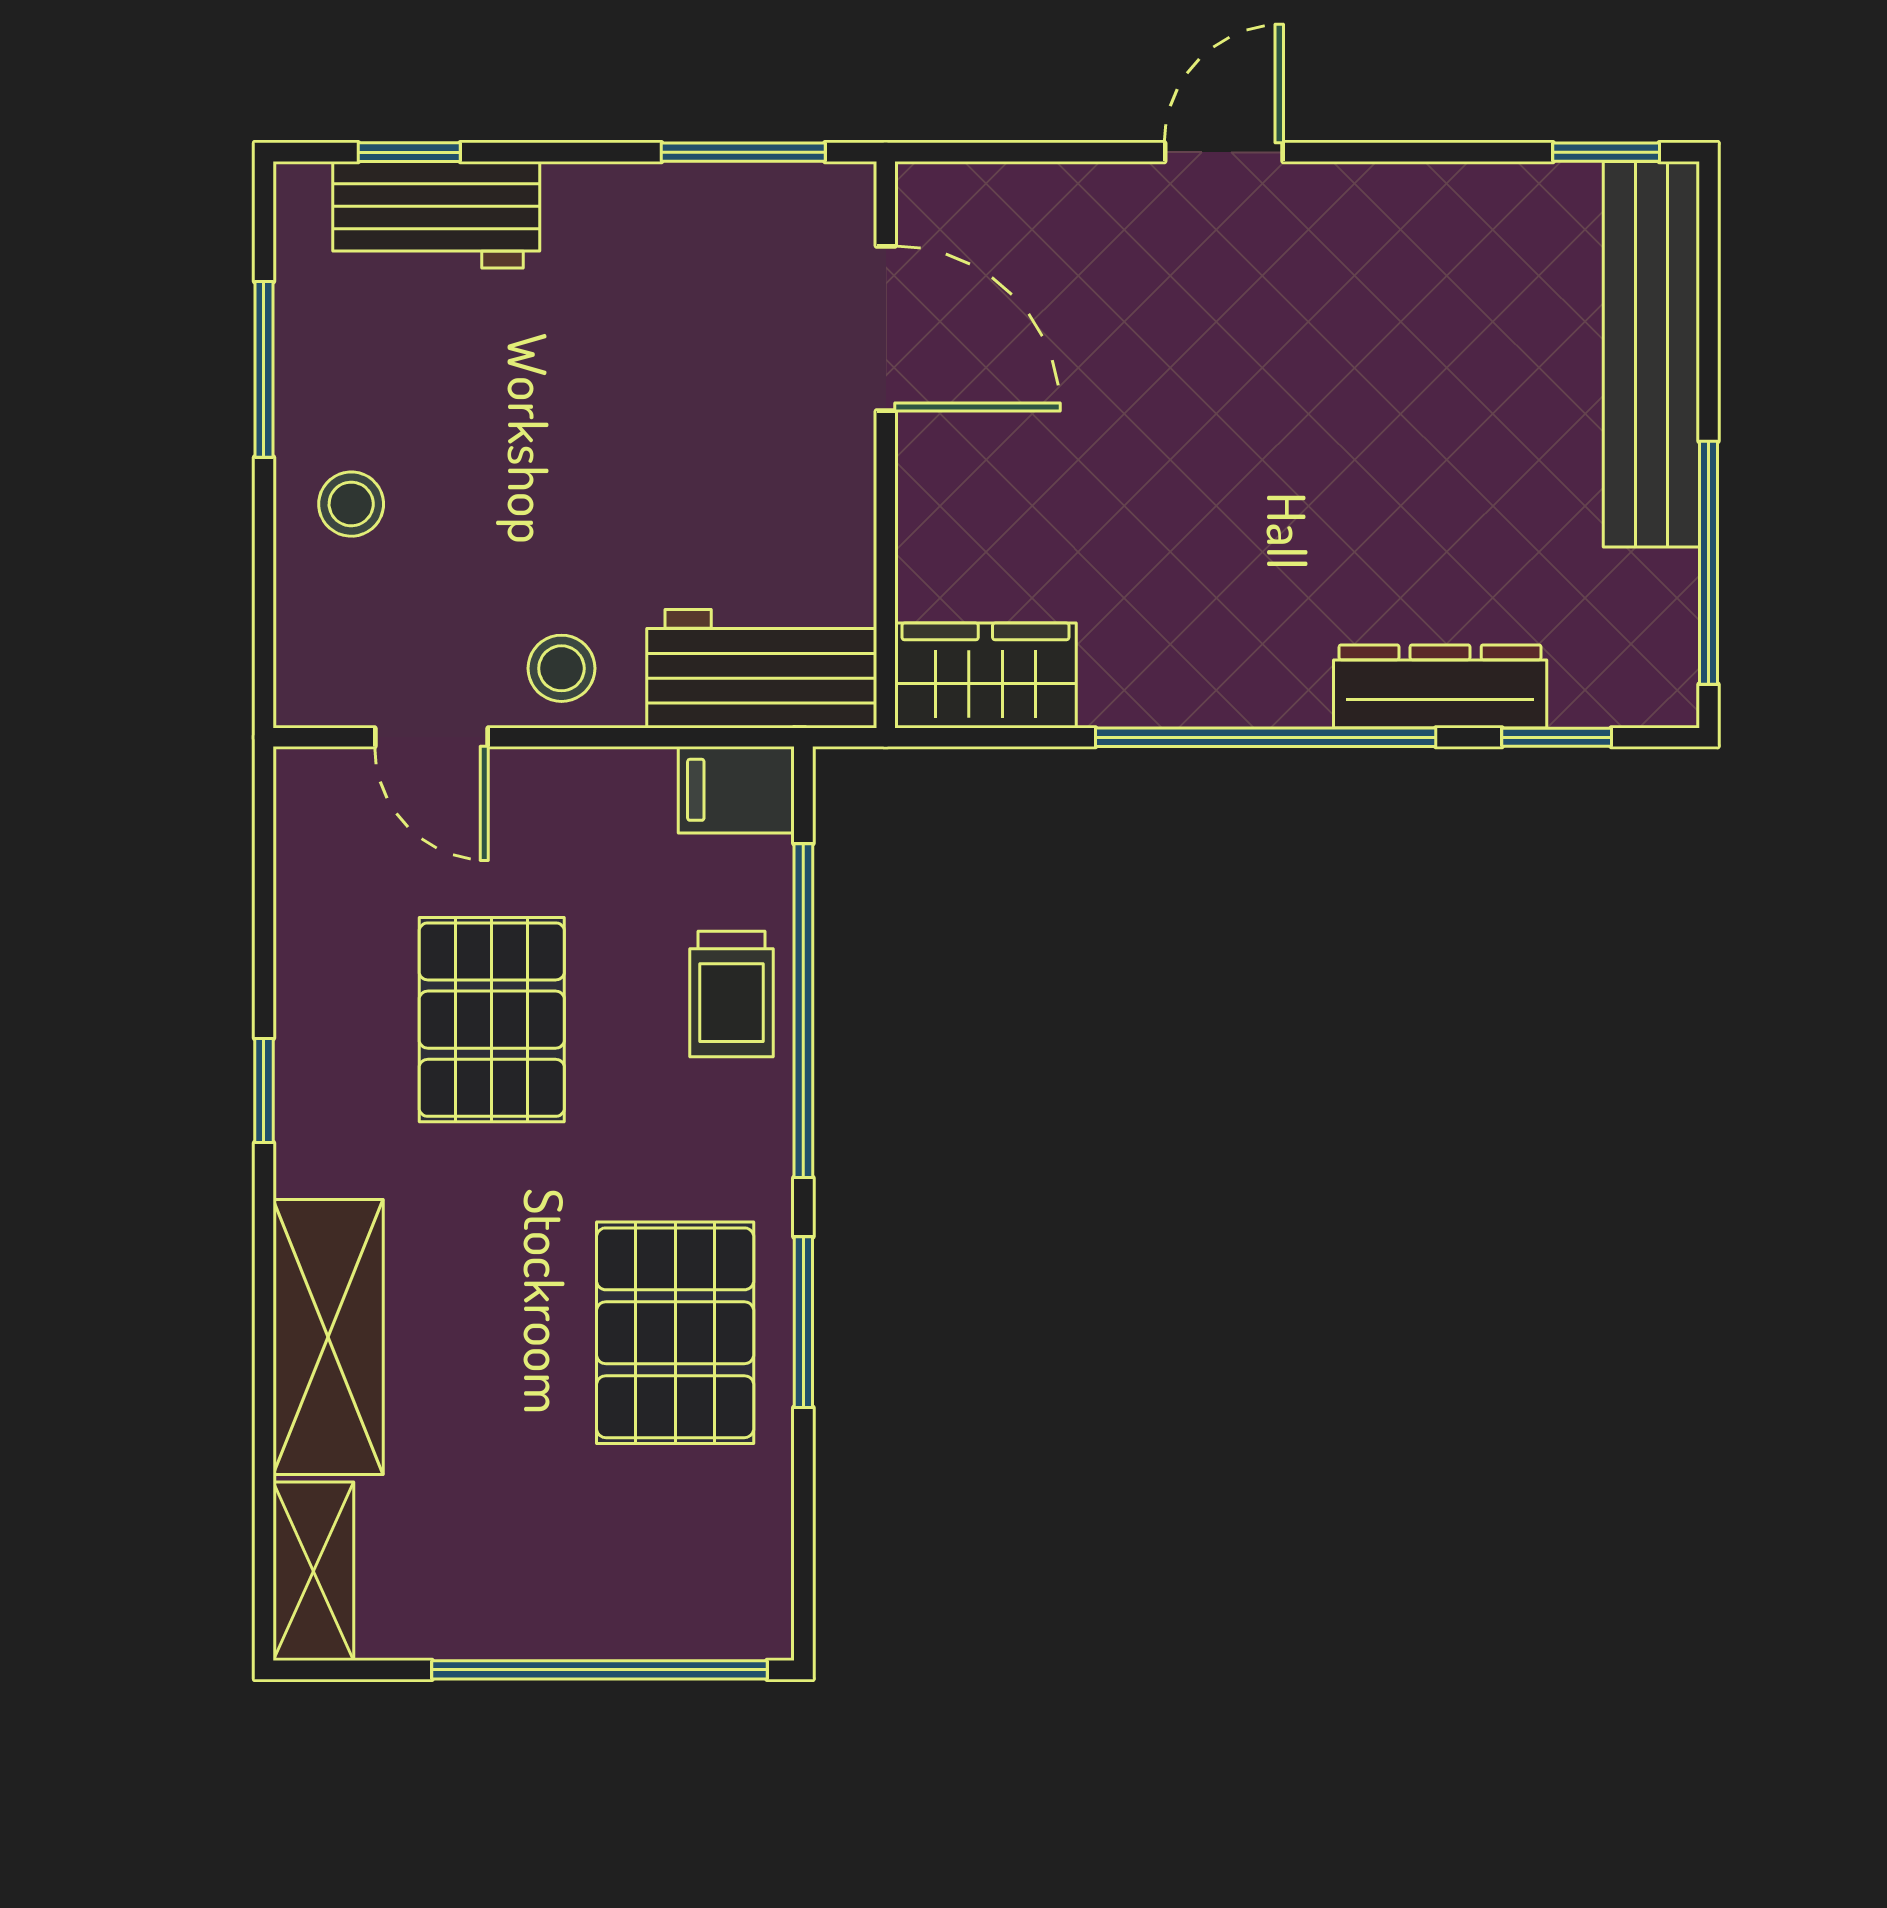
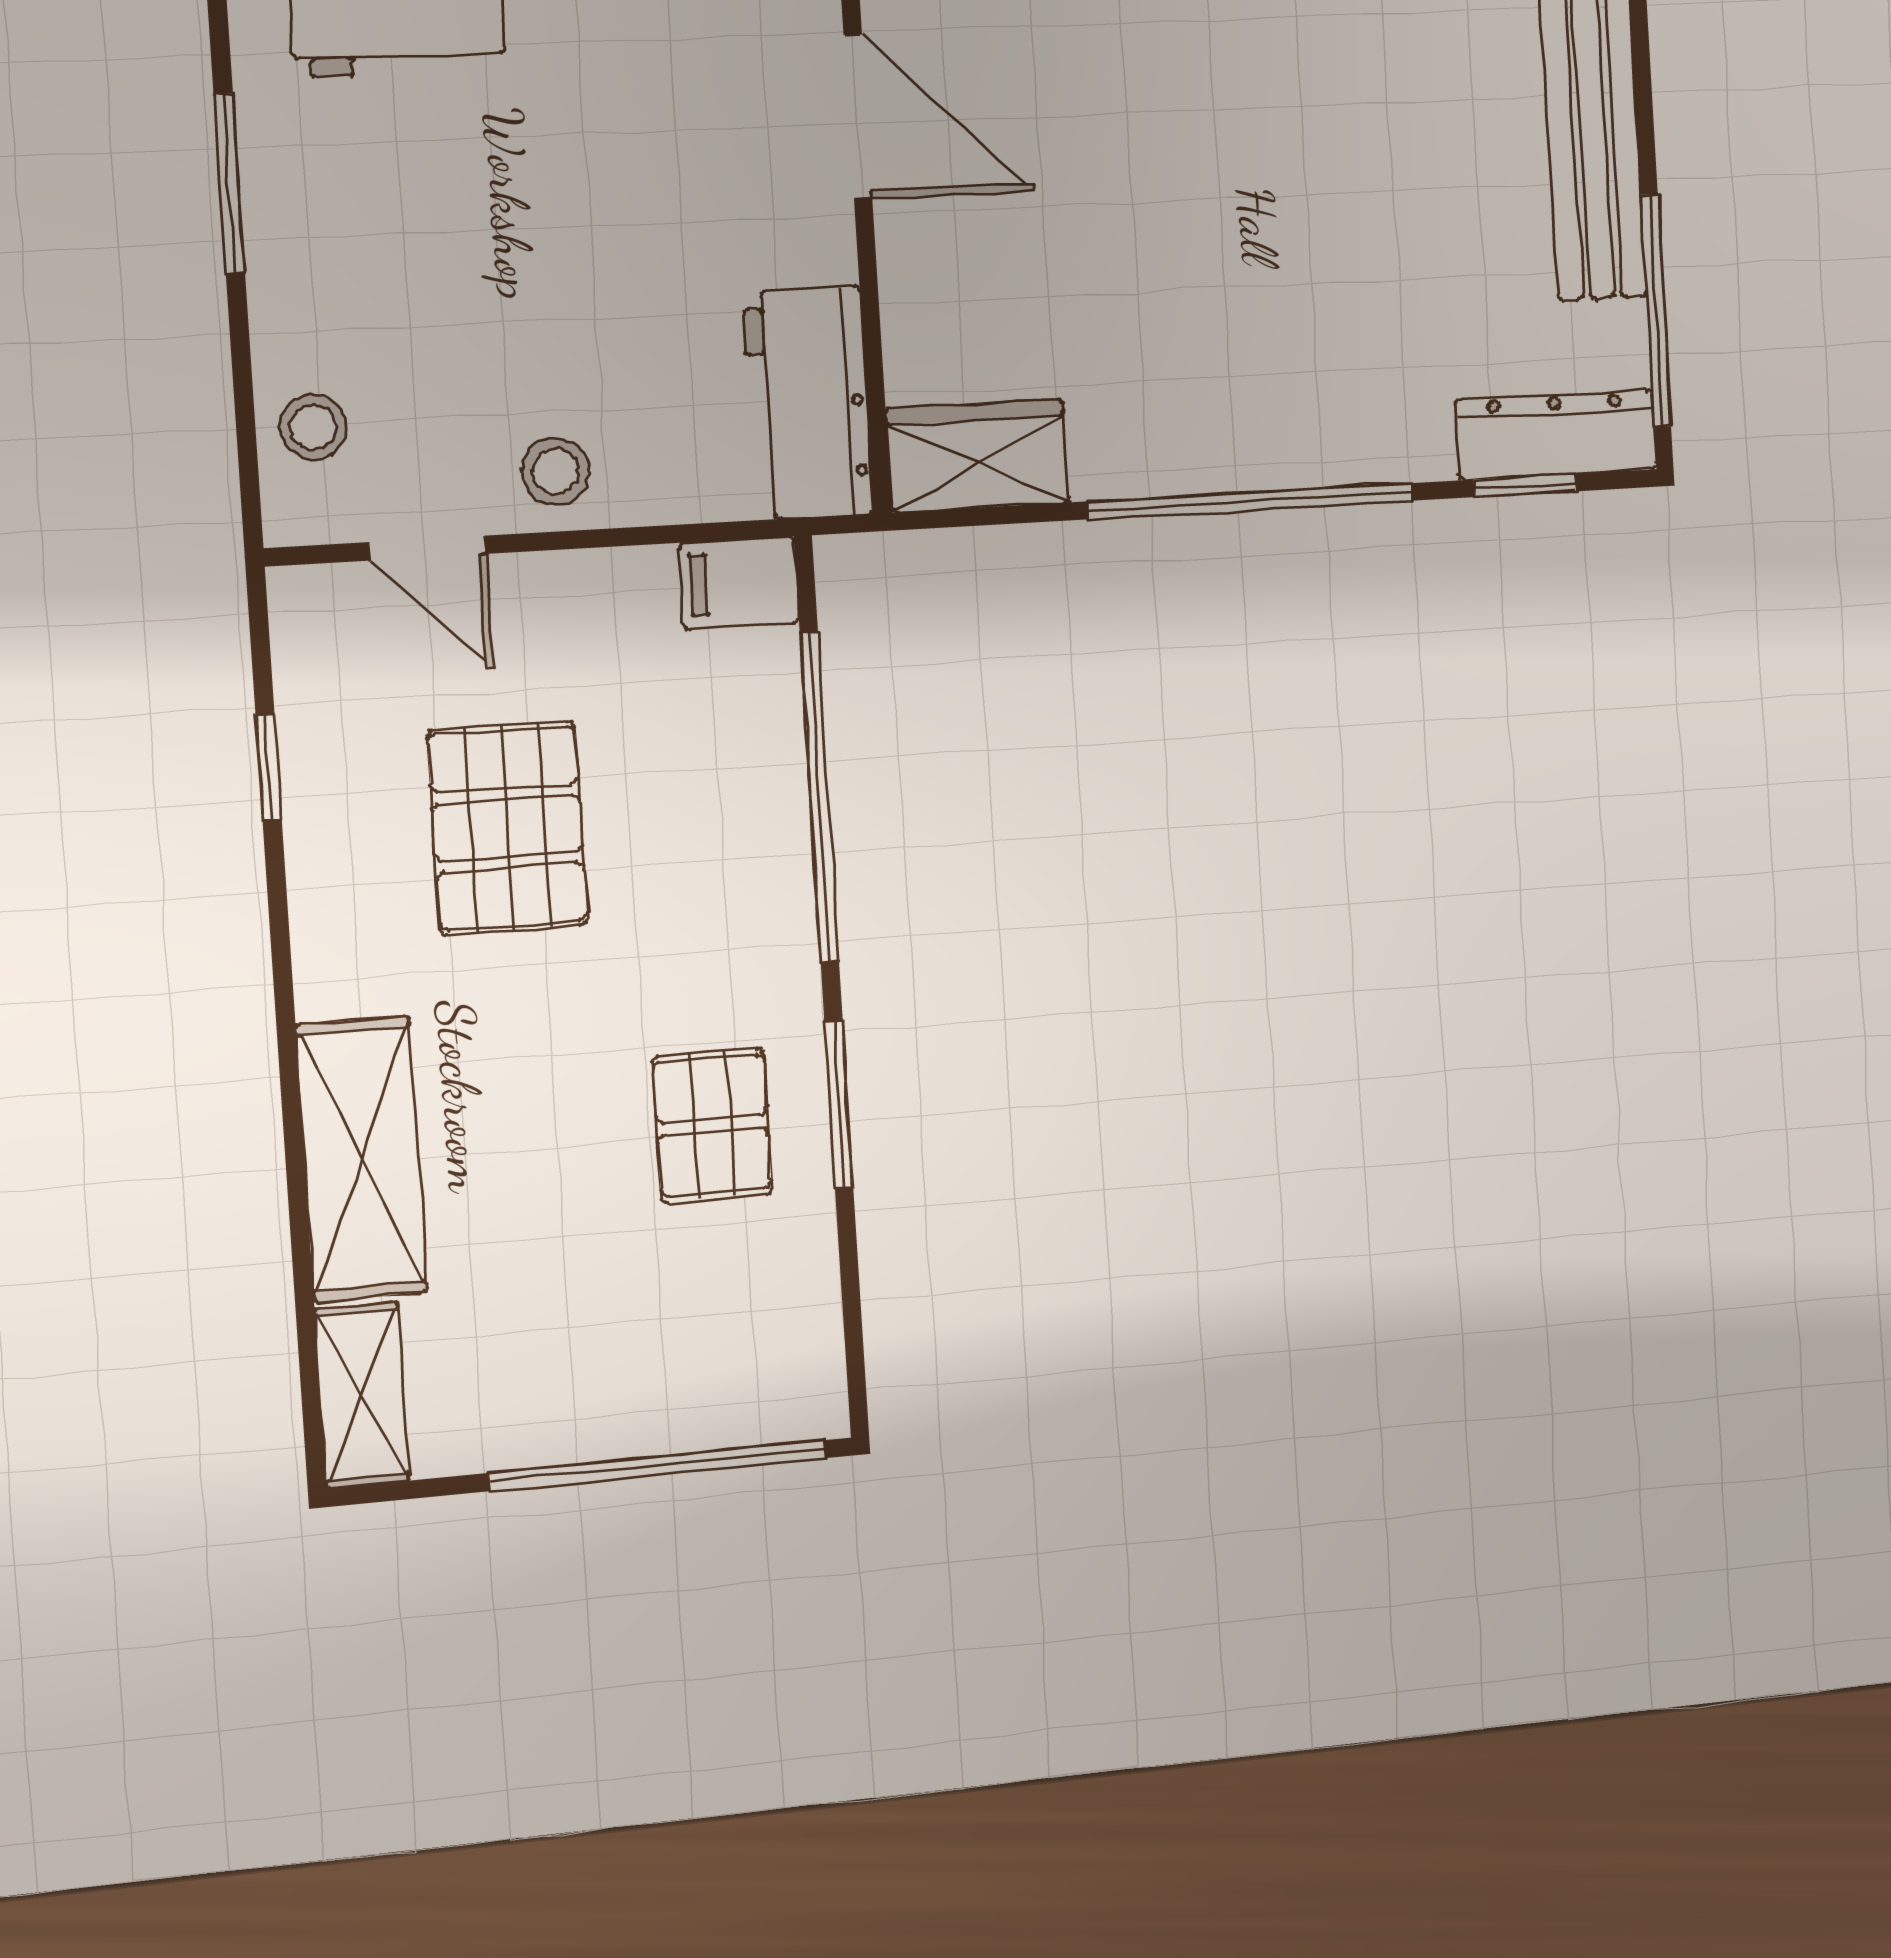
stool: (351, 504) -> (313, 427), moved
workbench: (762, 669) -> (808, 403), moved, turned -90
dresser: (1440, 686) -> (1556, 435), moved
trolley: (731, 994) -> (747, 786), removed
window: (264, 1091) -> (269, 767), moved
pallet: (675, 1333) -> (712, 1125), width x0.67, depth x0.71

